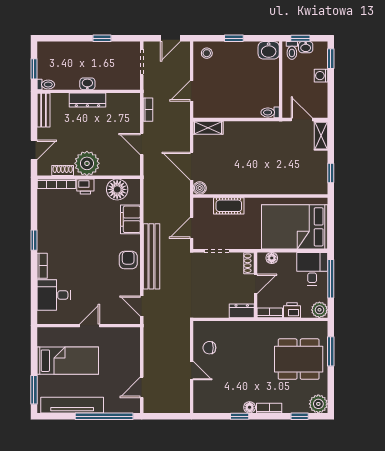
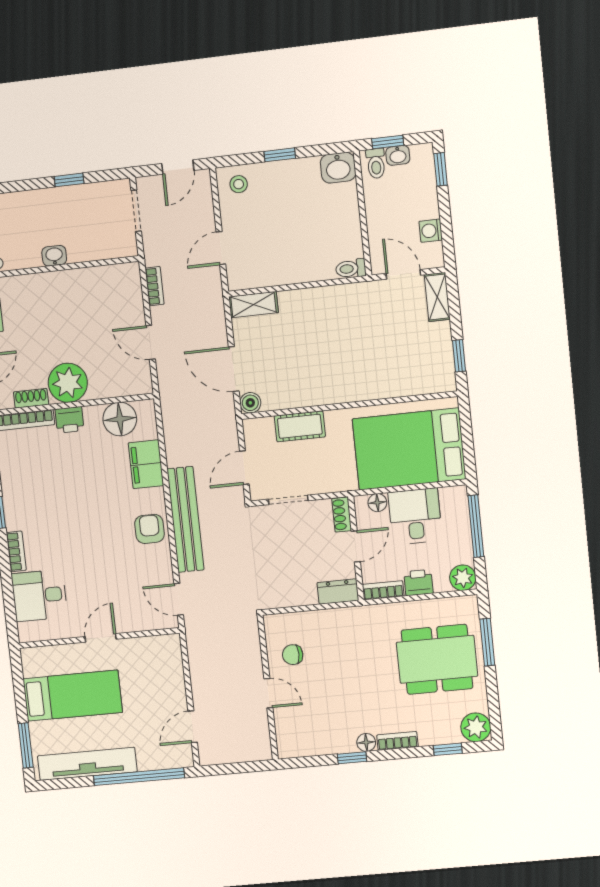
washing machine: (321, 76) -> (431, 231), moved
dresser: (87, 100) -> (57, 282), removed
desk: (312, 269) -> (415, 516), moved

